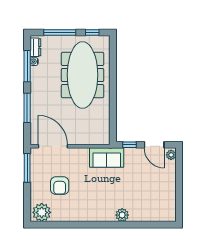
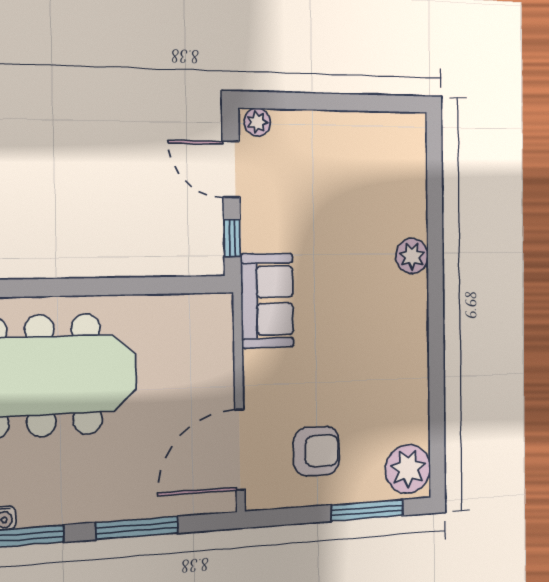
door: (154, 145) -> (231, 169), swing flipped
window: (27, 168) -> (367, 510), moved
armchair: (60, 186) -> (316, 451), moved

